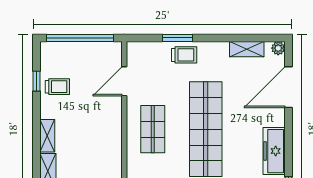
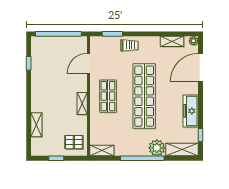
window: (178, 38) -> (112, 34), moved
trolley: (57, 87) -> (43, 67), removed
shelving: (47, 136) -> (82, 104), moved

